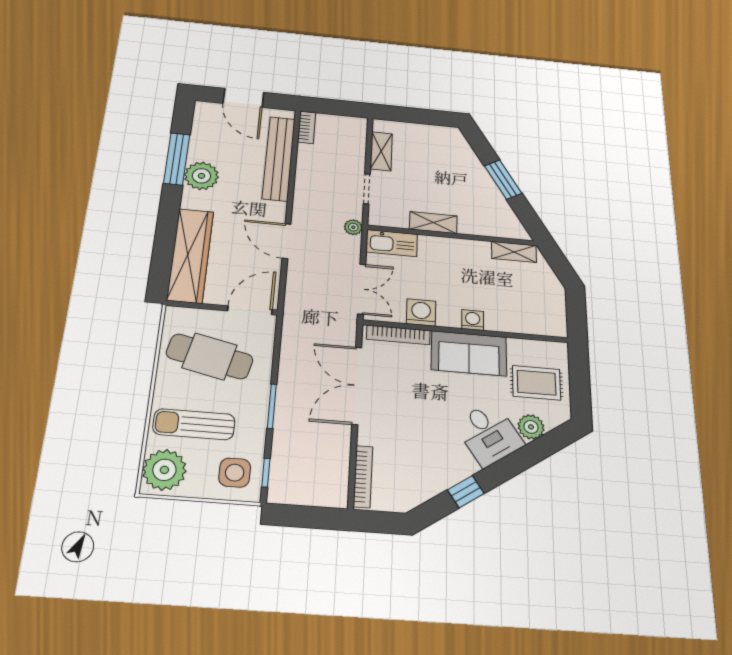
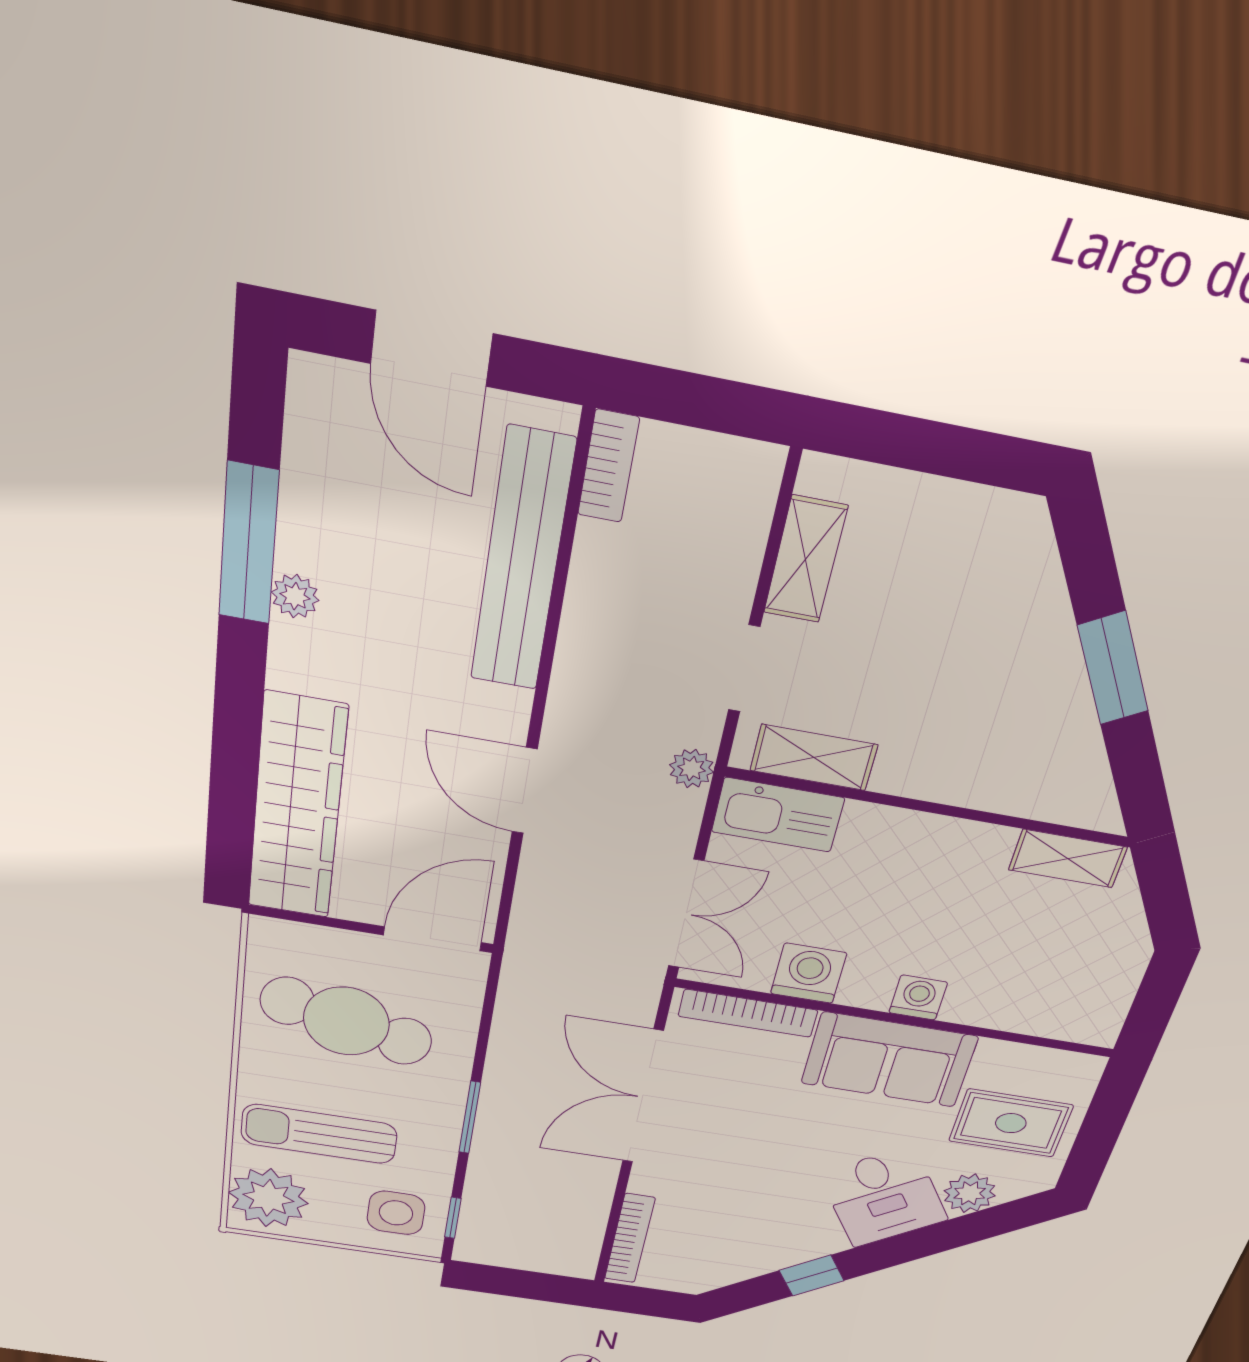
plant: (201, 176) -> (295, 596), width x0.53, depth x0.53
shelving: (433, 223) -> (814, 758), moved

